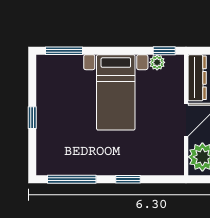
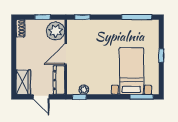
bed with nightstands: (116, 92) -> (131, 71), moved
window: (128, 179) -> (82, 17), moved

